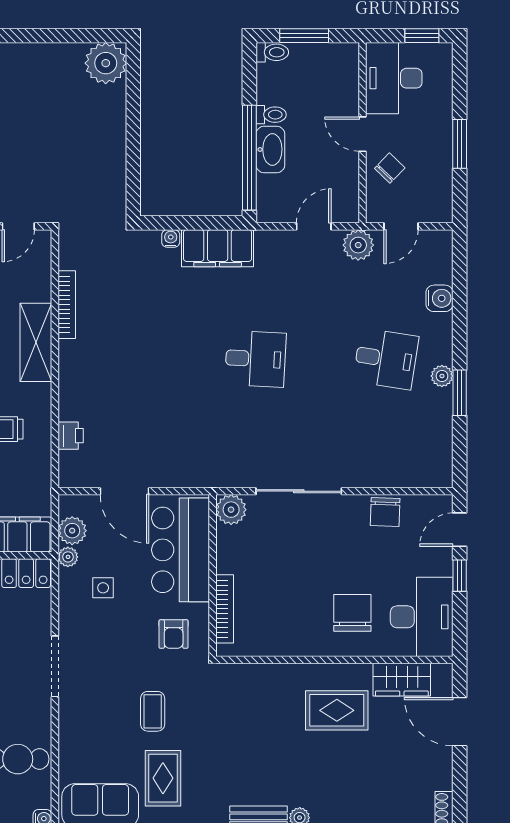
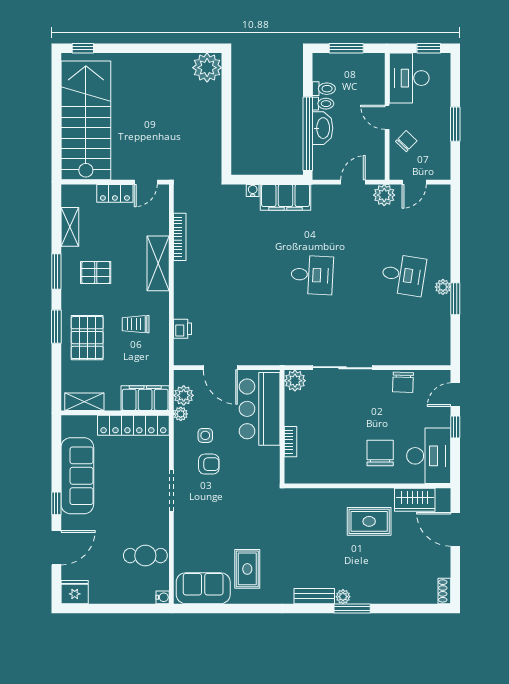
toilet: (272, 52) -> (324, 89), moved
water cooler: (440, 298) -> (441, 232), removed
bookcase: (225, 609) -> (290, 442), width x0.64
armchair: (174, 634) -> (209, 464), moved, turned -90
coffee table: (153, 711) -> (240, 522), removed

